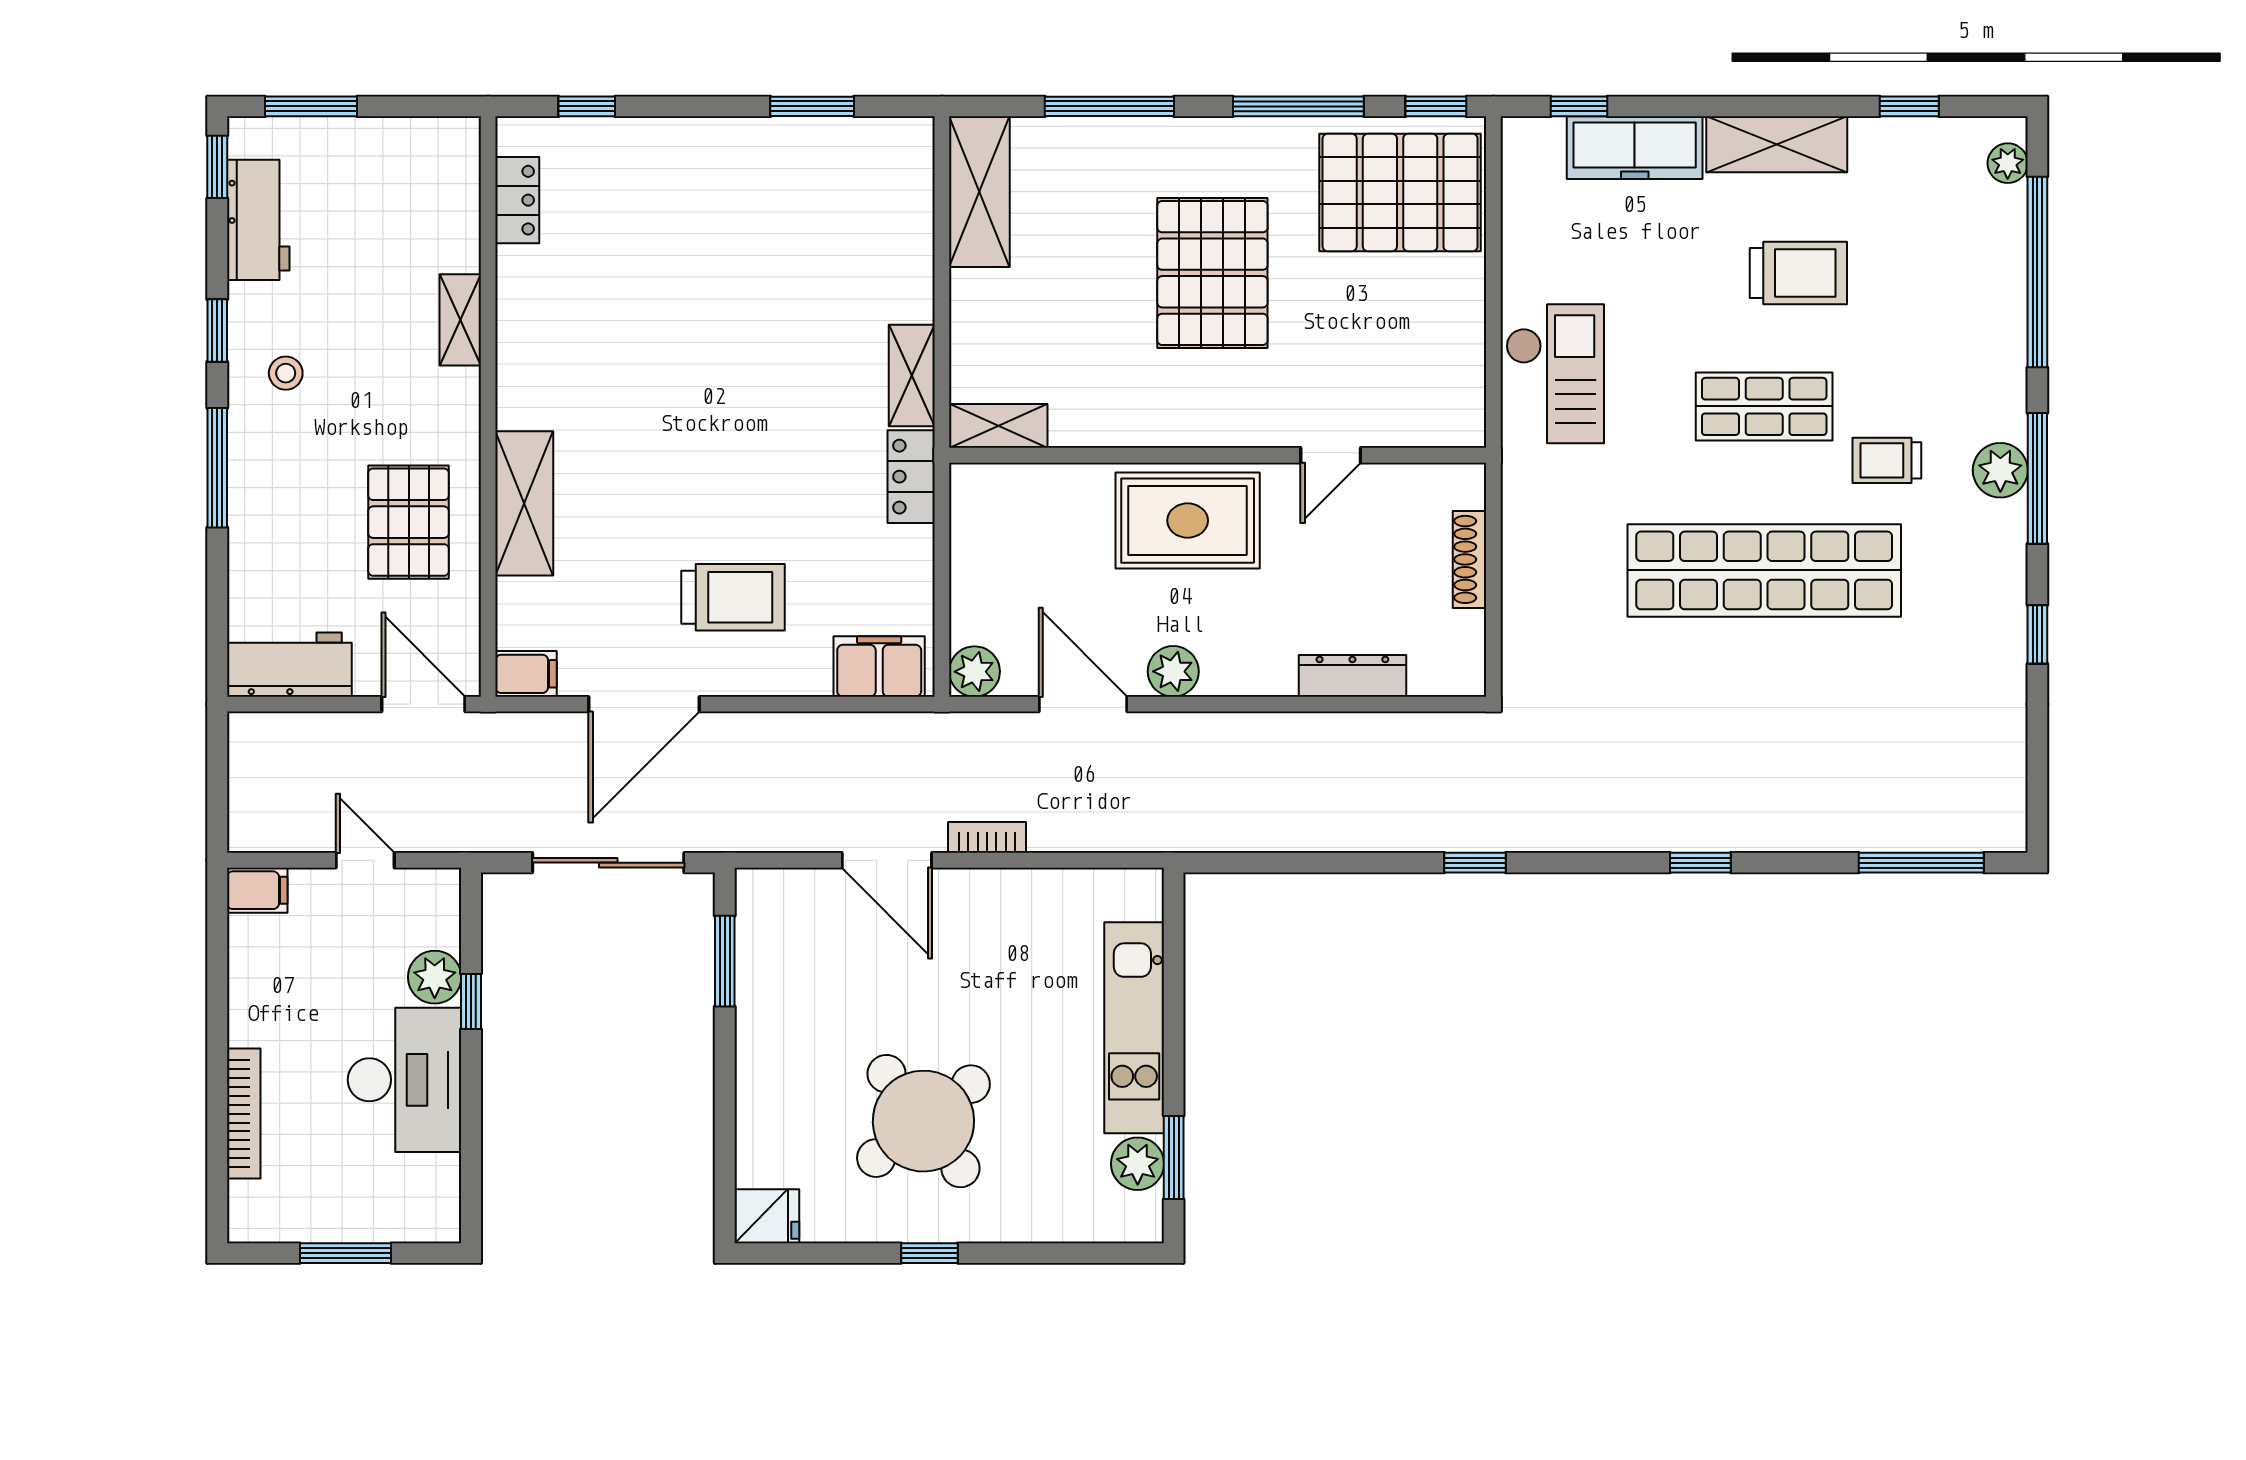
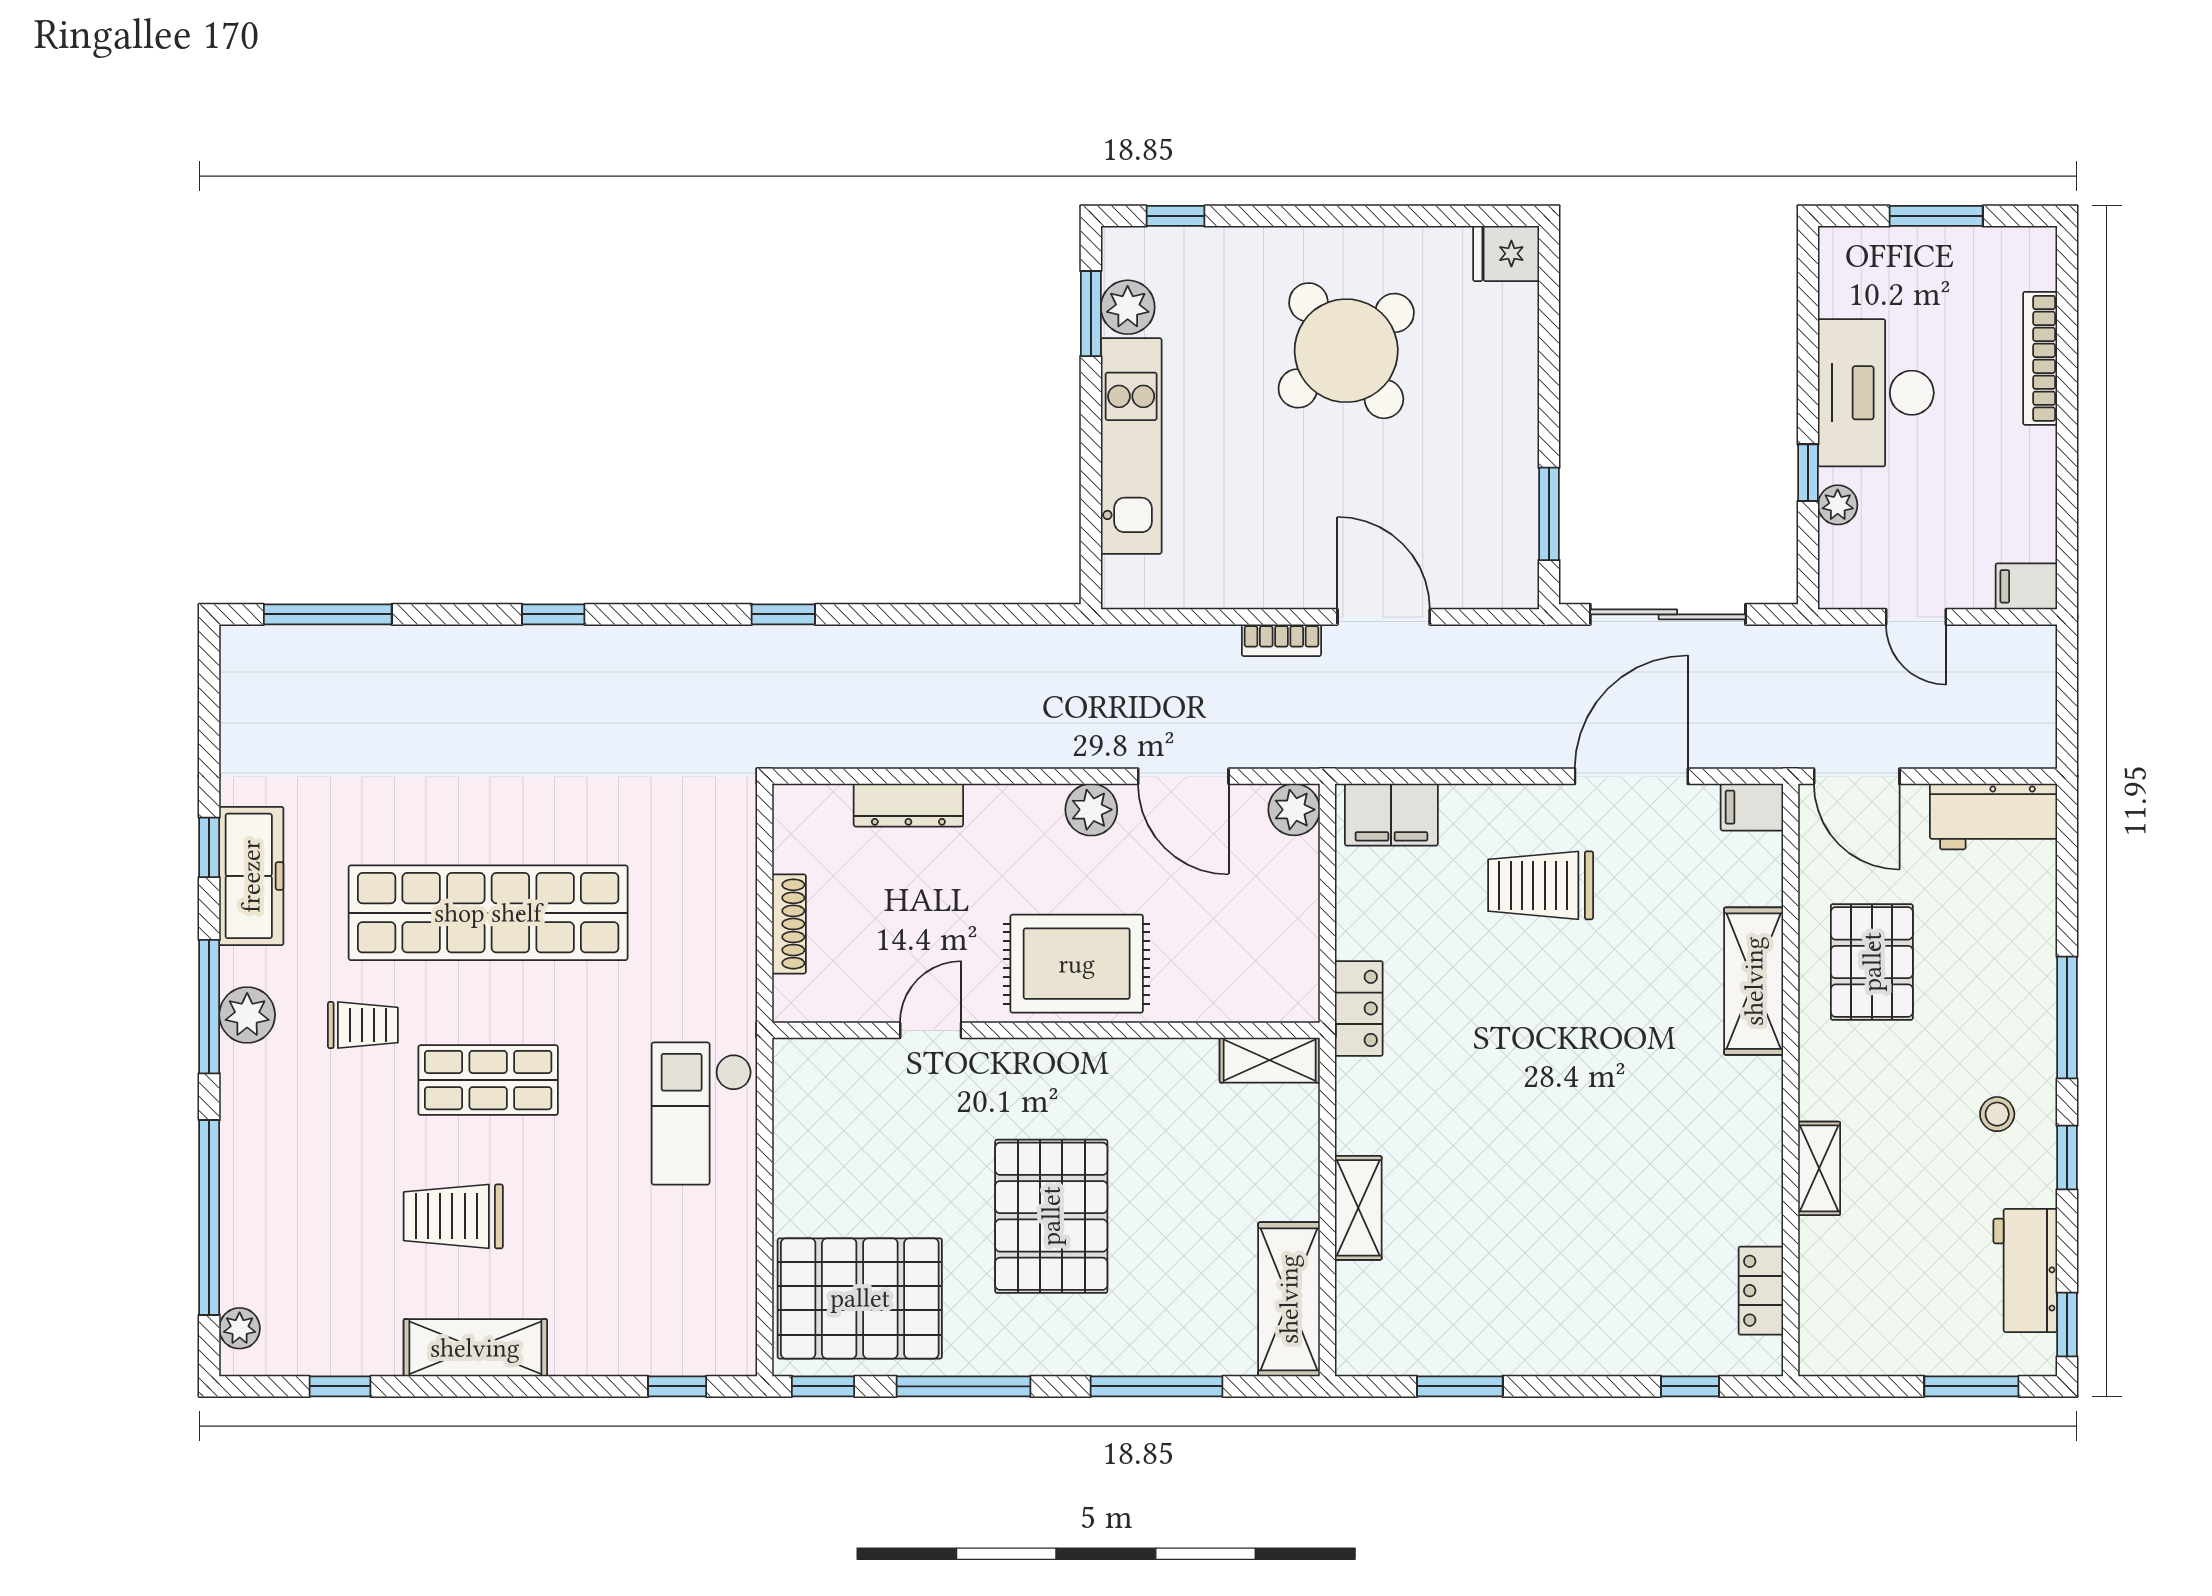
freezer: (1635, 148) -> (251, 876), moved, turned 90
shelving: (912, 375) -> (1358, 1208), moved
plant: (435, 977) -> (1838, 505), width x0.73, depth x0.73
window: (929, 1253) -> (1175, 216), moved

